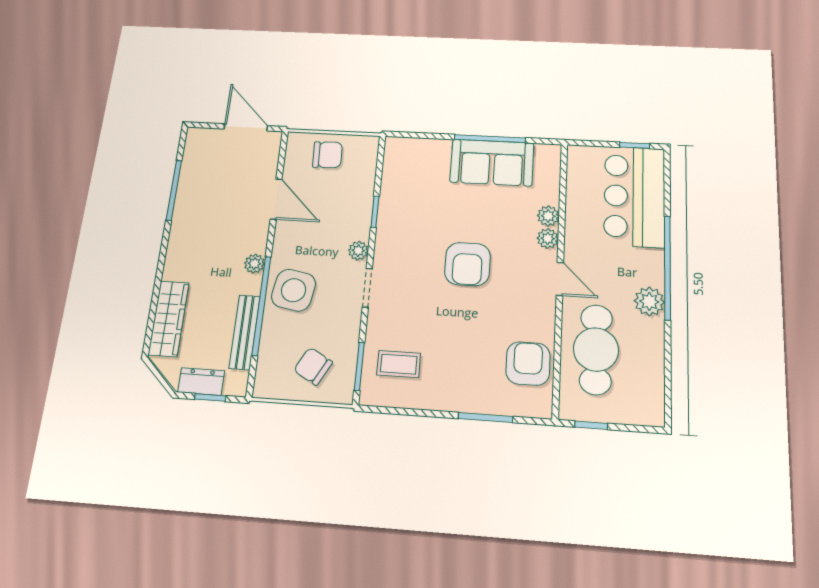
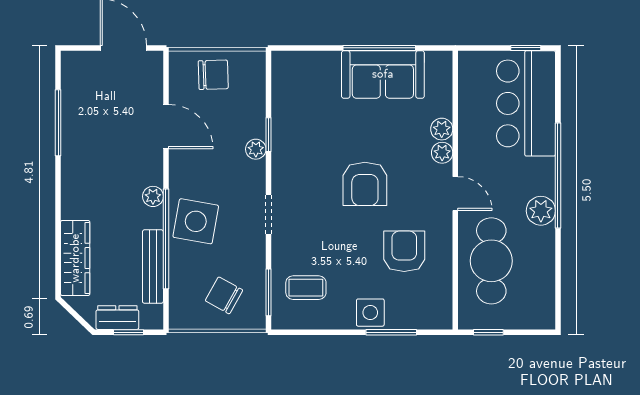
plant: (358, 251) -> (256, 149), moved
armchair: (528, 364) -> (404, 251), moved
side table: (464, 395) -> (370, 313), added

